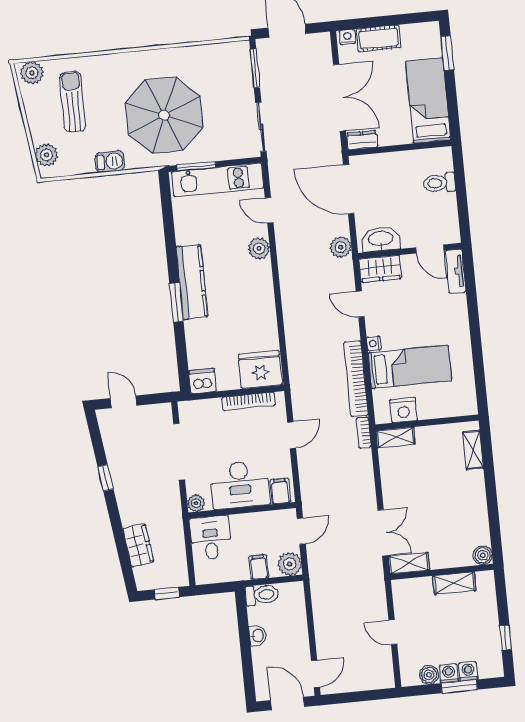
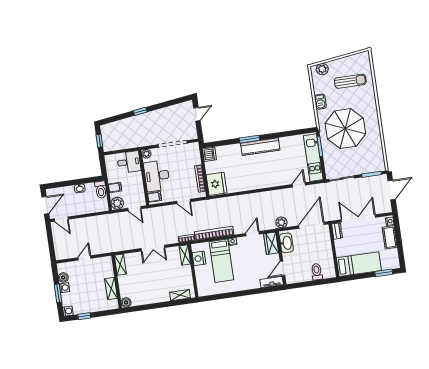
plant: (32, 73) -> (364, 60), removed
double door: (340, 98) -> (358, 218), swing flipped
plant: (259, 248) -> (279, 180), removed
window: (106, 478) -> (140, 111), moved
double door: (383, 533) -> (153, 248), moved
wardrobe: (138, 545) -> (123, 125), removed
washing machine: (468, 671) -> (68, 311), moved

